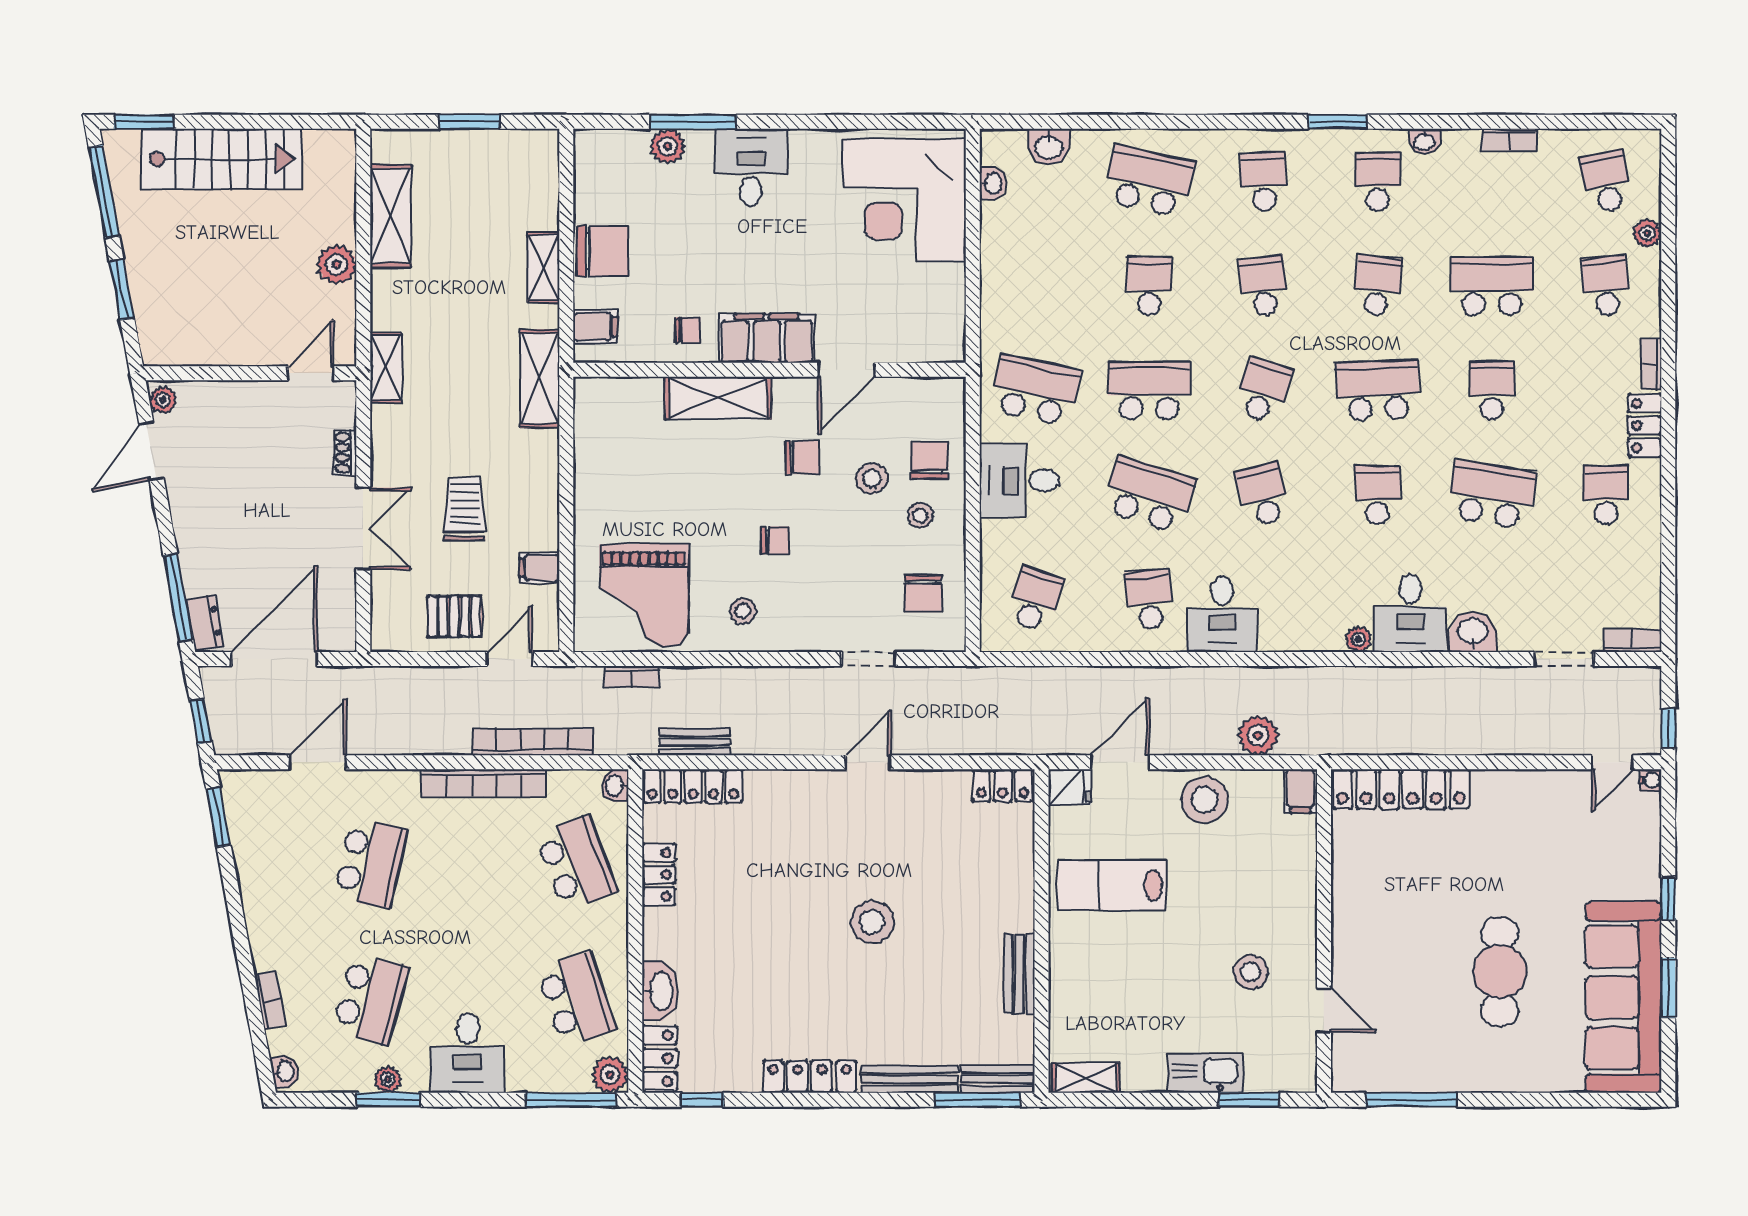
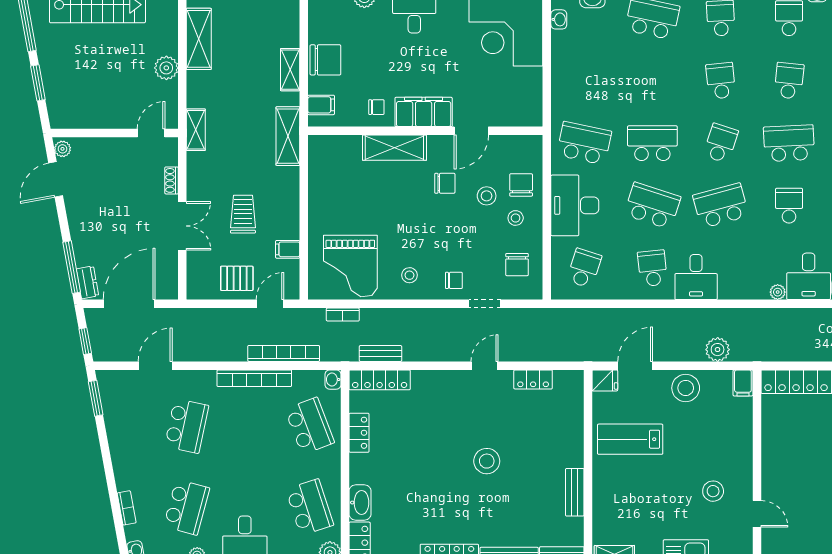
school desk: (1149, 286) -> (652, 81), removed
desk: (1019, 481) -> (575, 205), width x1.37
school desk: (1263, 495) -> (721, 206), width x1.85
chair: (775, 540) -> (454, 280), moved
locker: (1003, 785) -> (533, 379), moved

